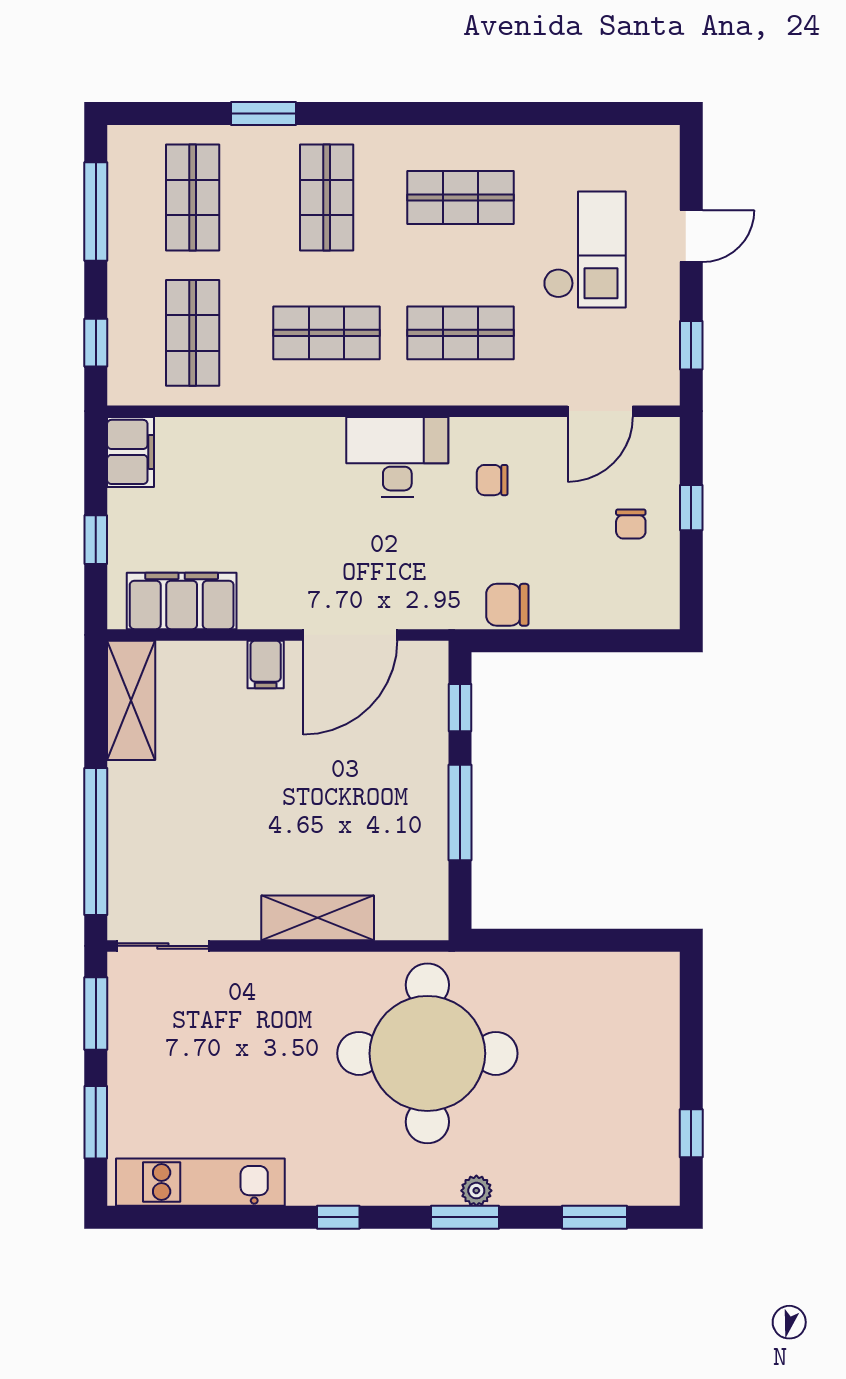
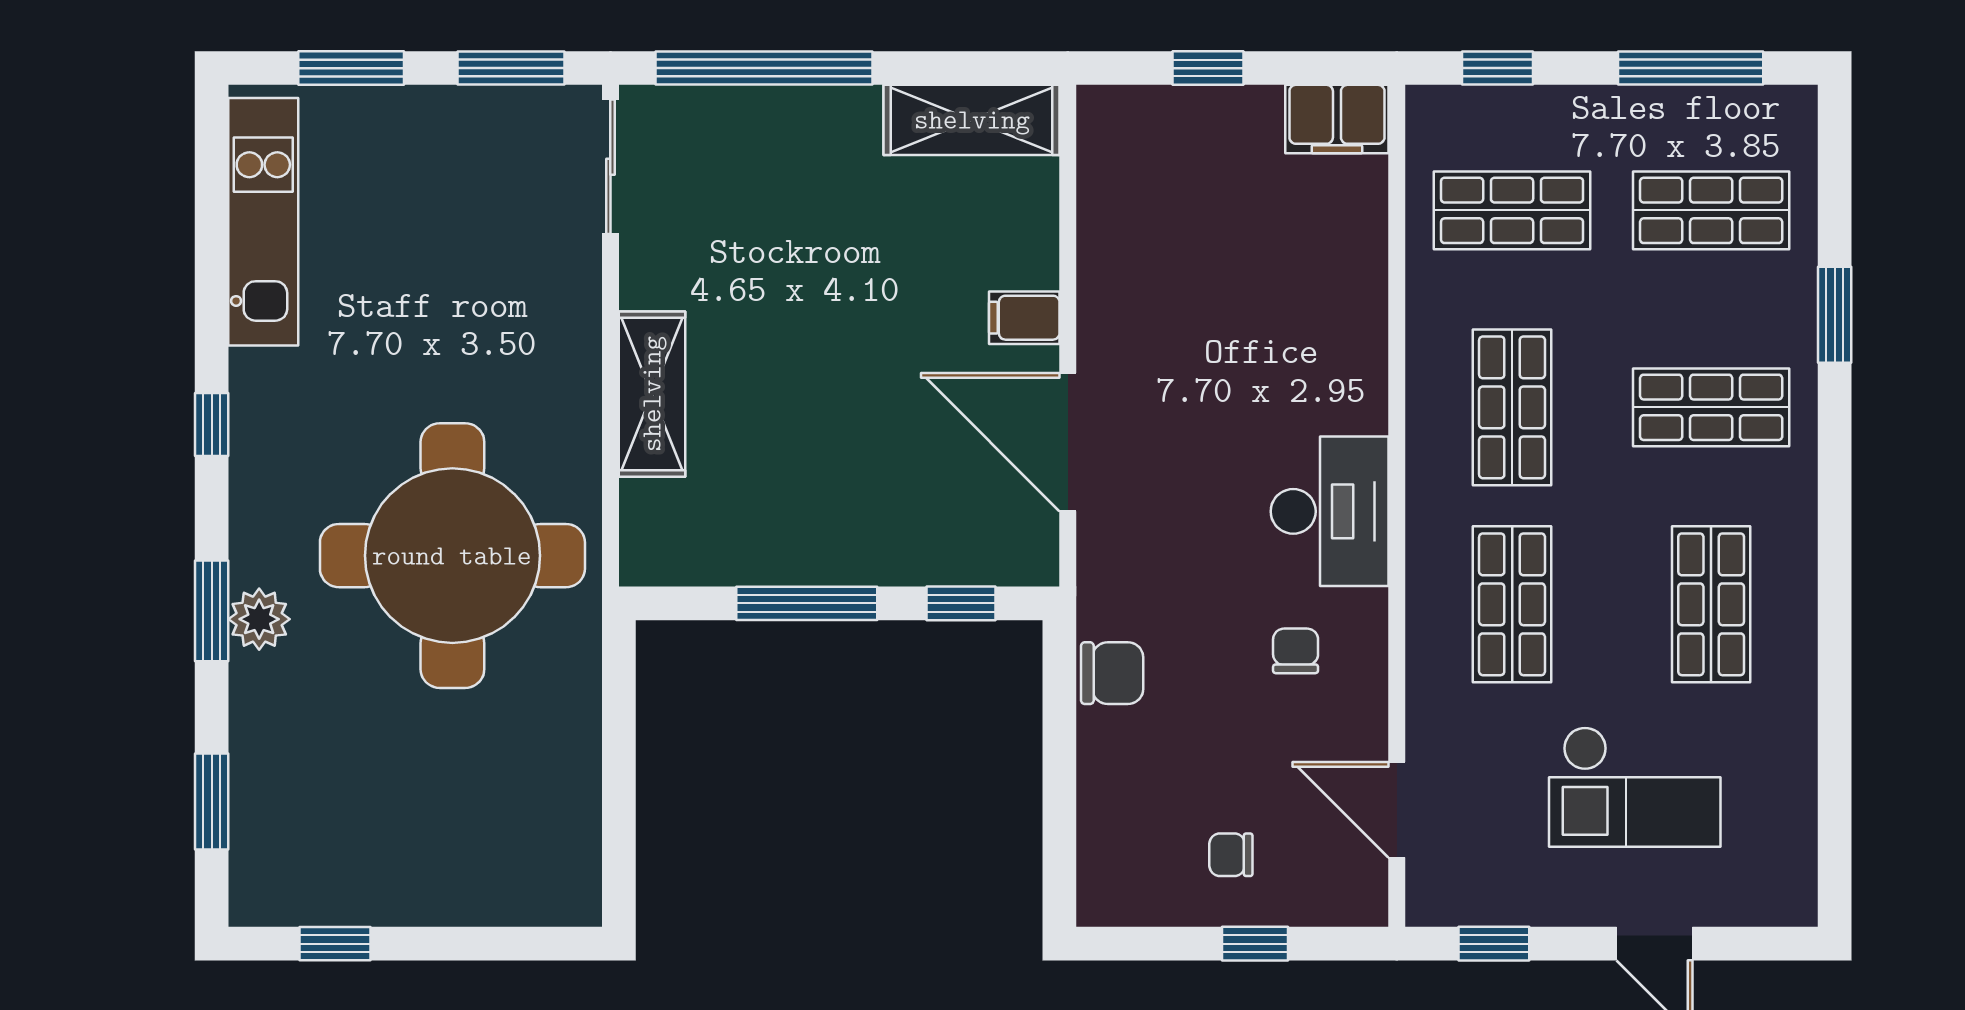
filing cabinet: (182, 601) -> (1118, 194), removed
chair: (507, 605) -> (1112, 673), turned 90
plant: (476, 1191) -> (259, 619), width x1.38, depth x1.38

